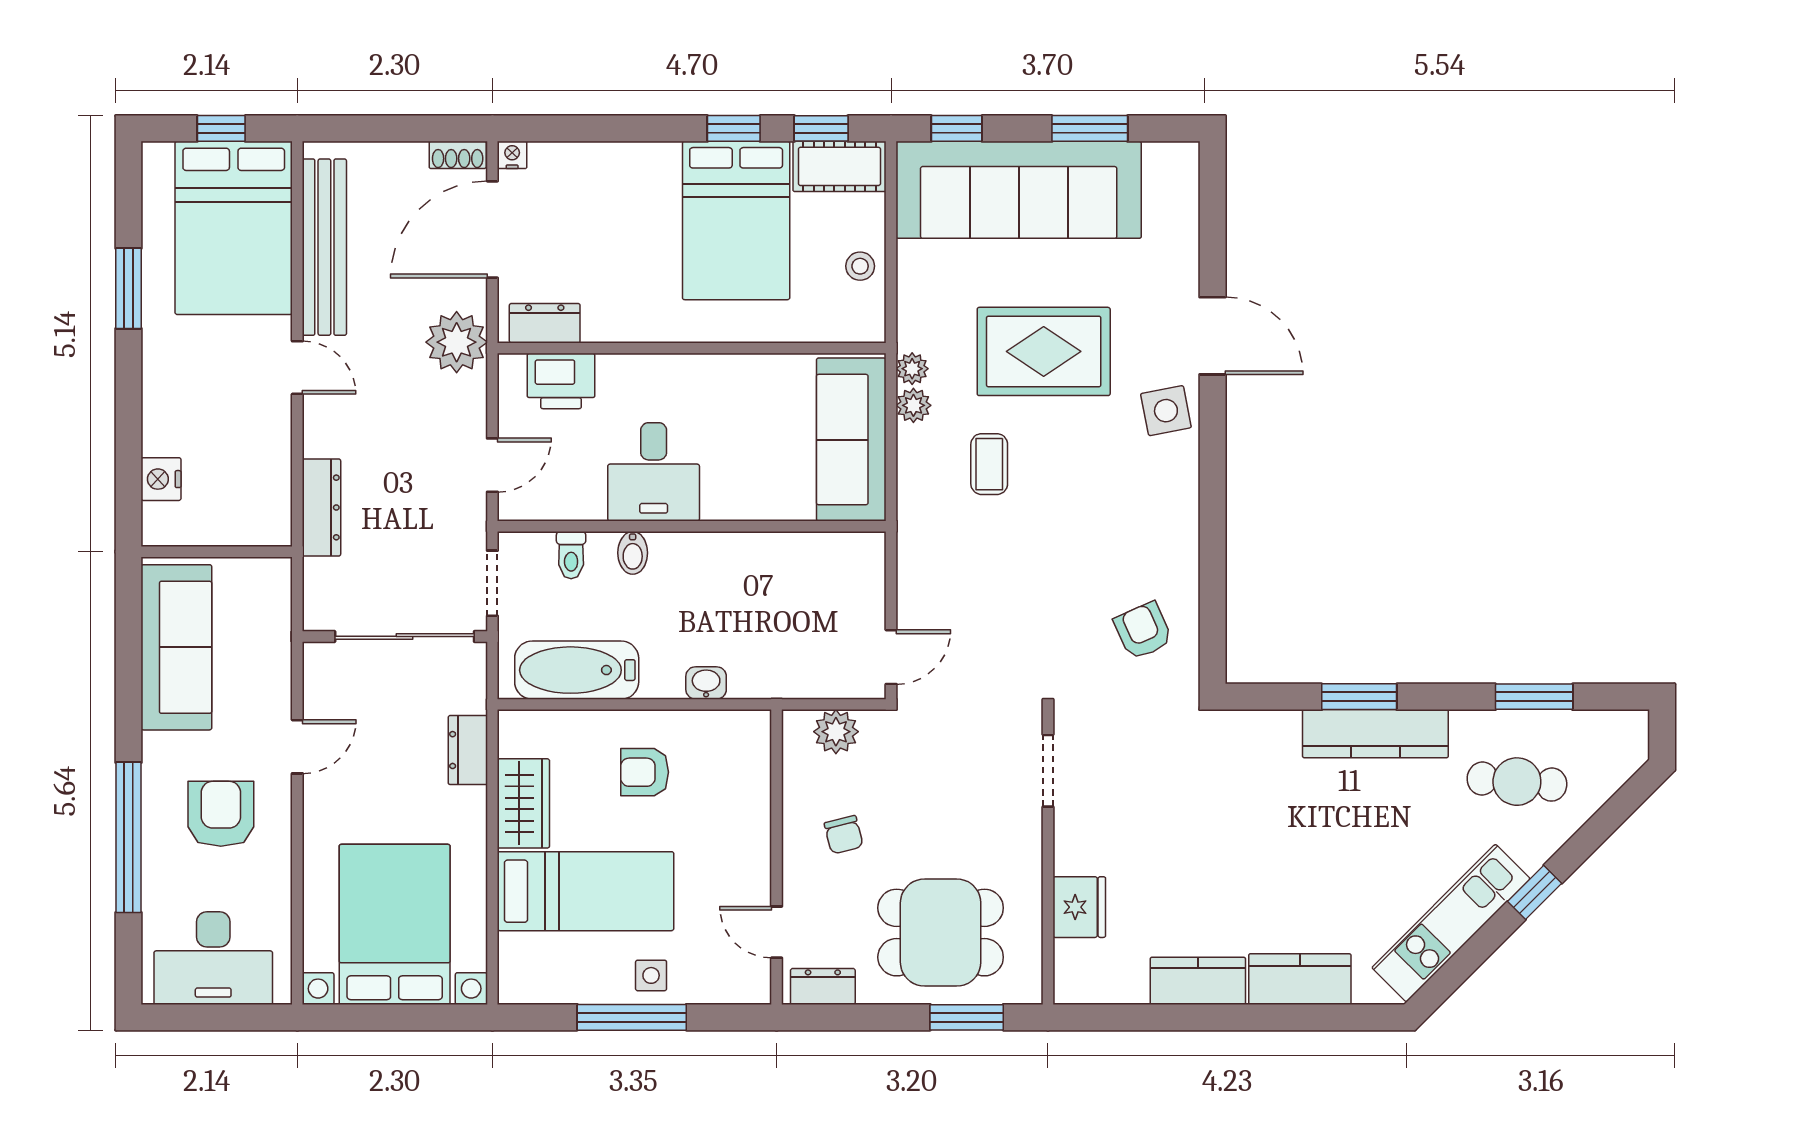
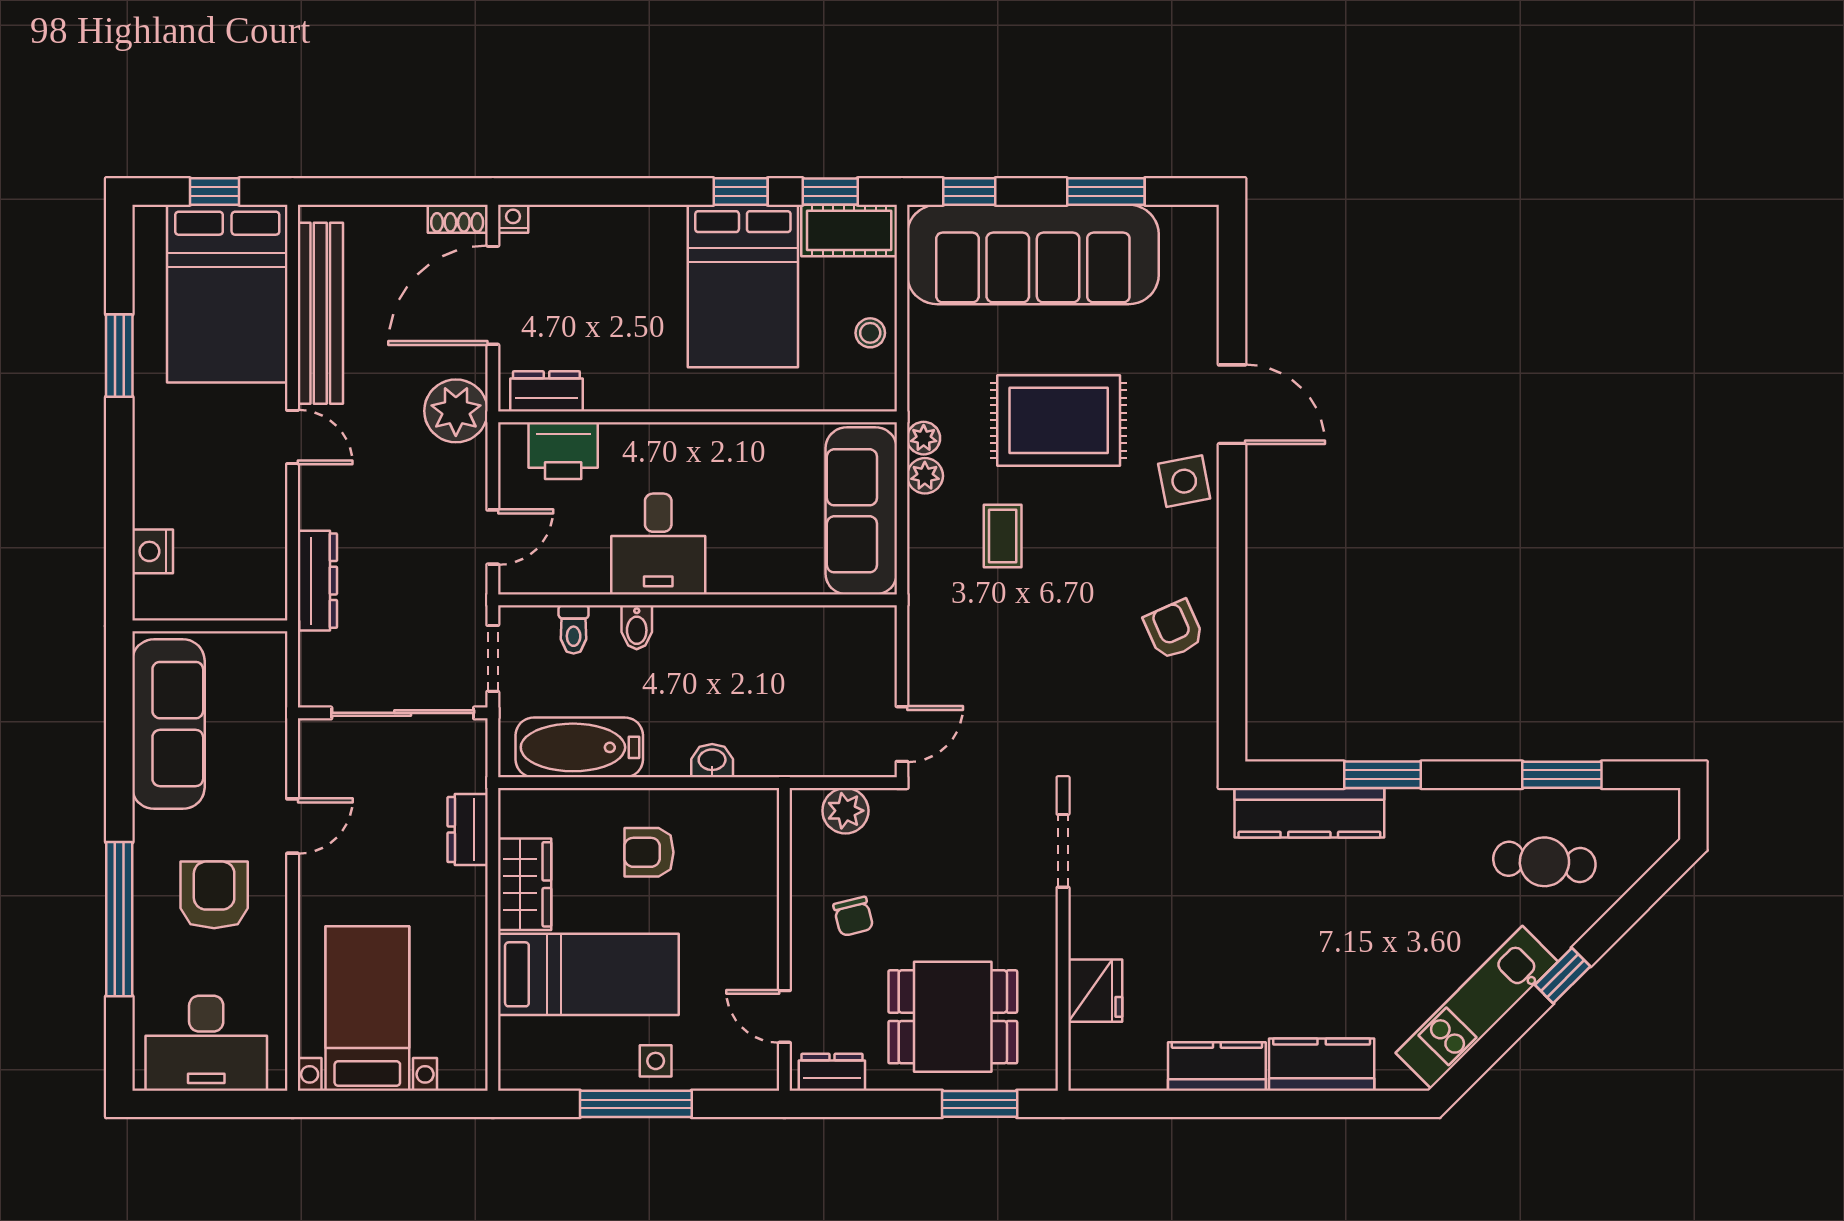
armchair: (1143, 631) -> (1174, 630), moved
kitchen counter: (1375, 734) -> (1309, 813), moved
bed with nightstands: (395, 924) -> (367, 1009), width x0.73

